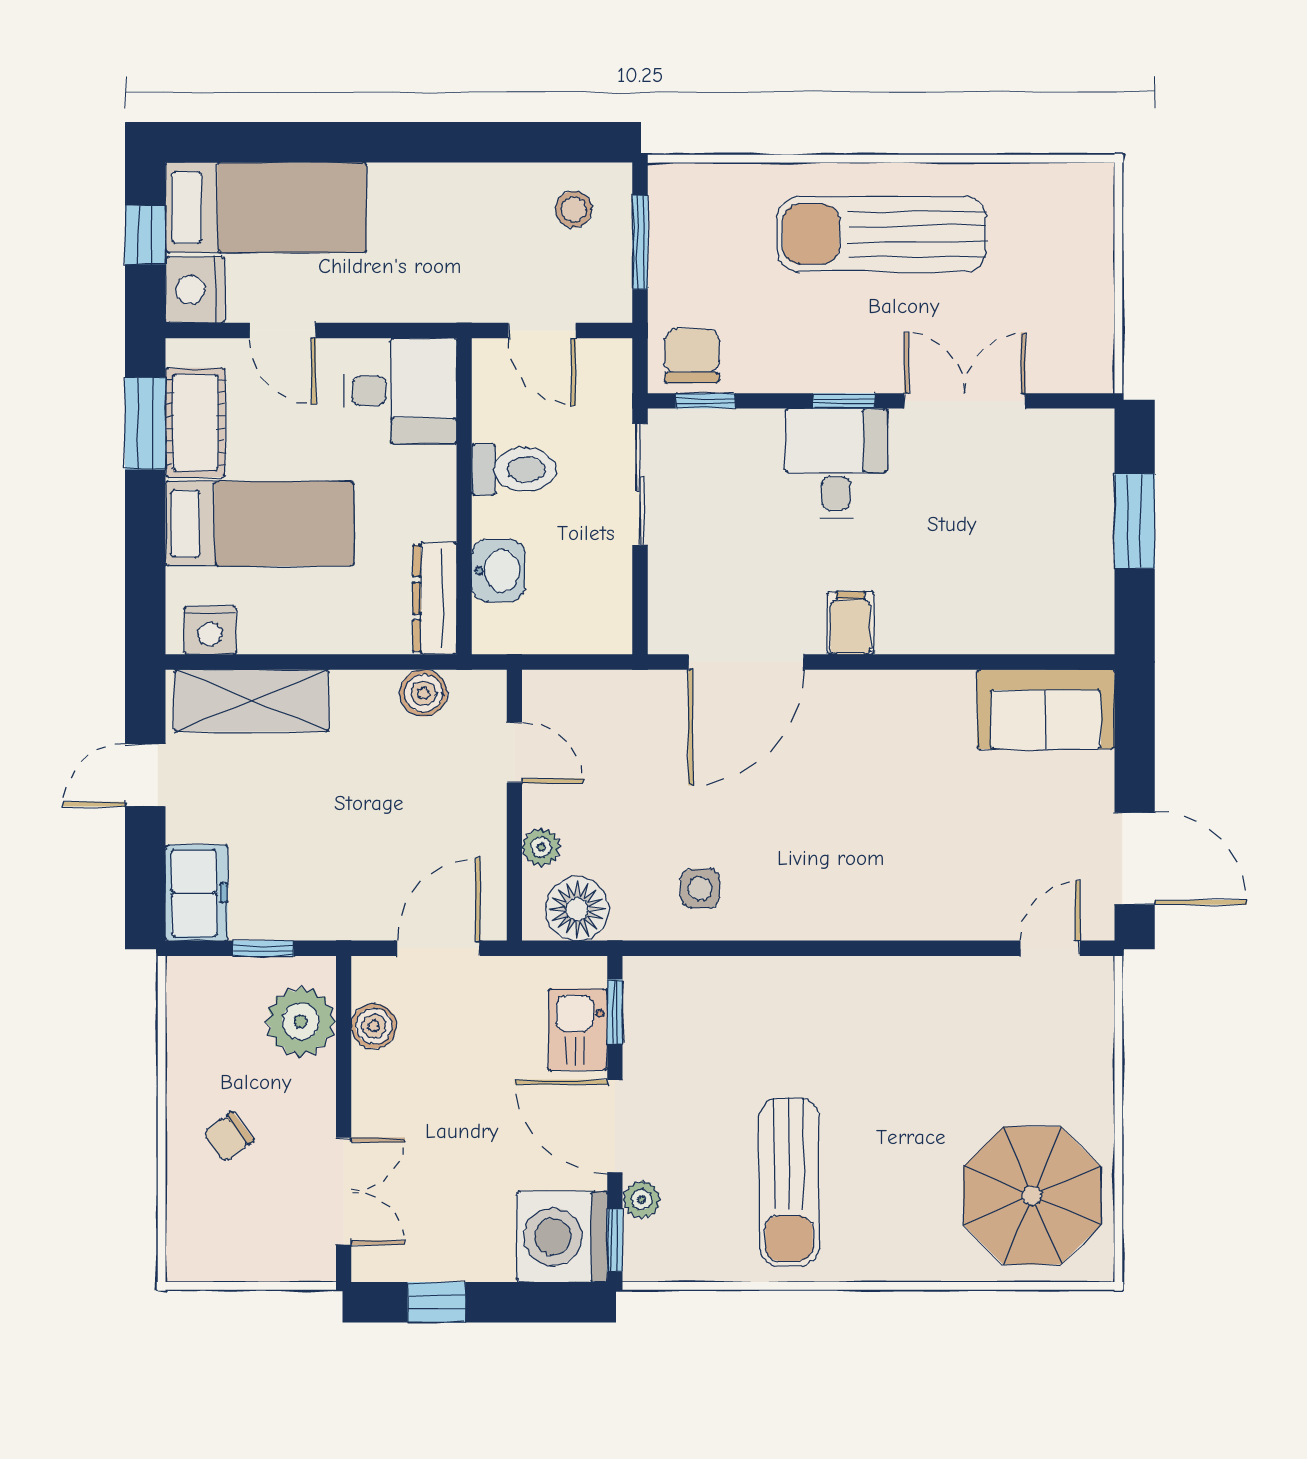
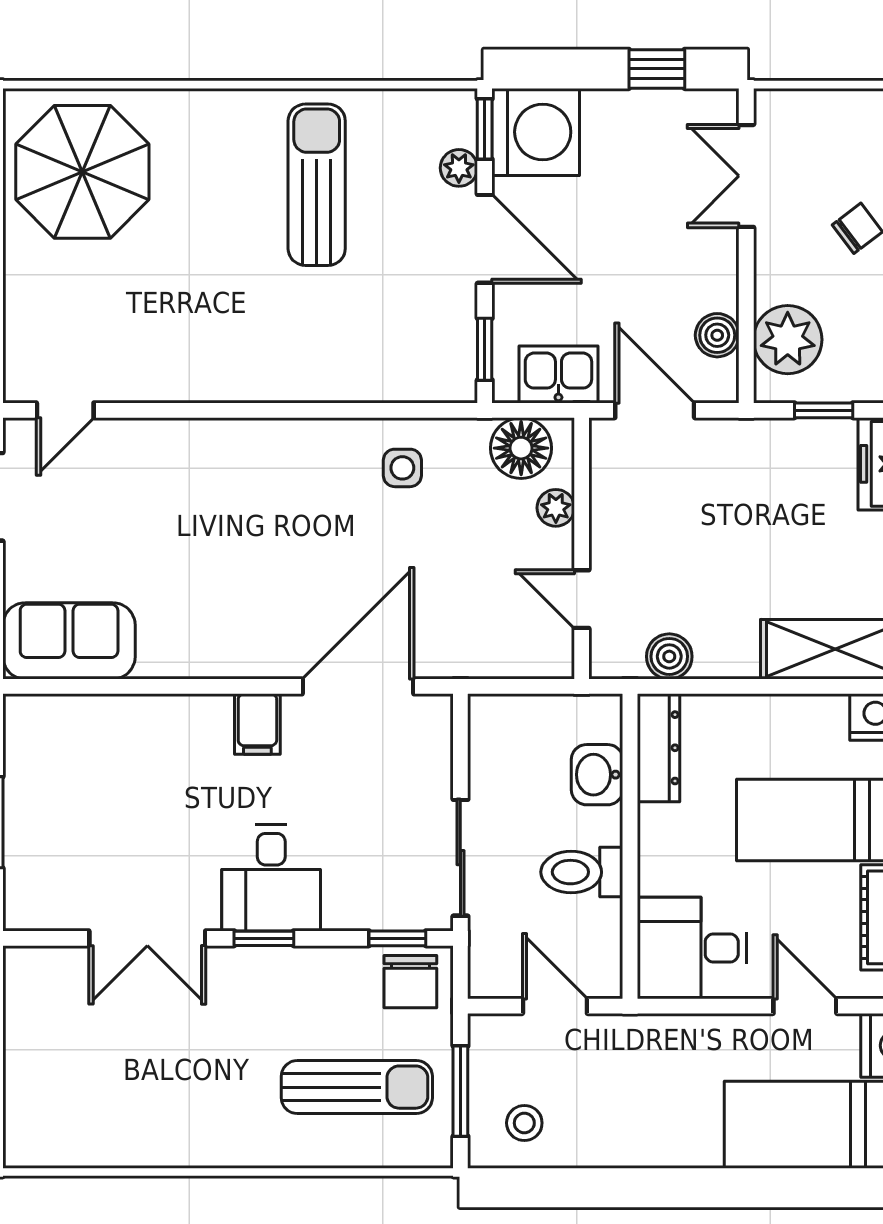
sun lounger: (881, 234) -> (357, 1087), moved, width x0.73, depth x0.75
door: (439, 948) -> (655, 410), swing flipped
kitchen sink: (578, 1029) -> (558, 375), moved, turned -90

